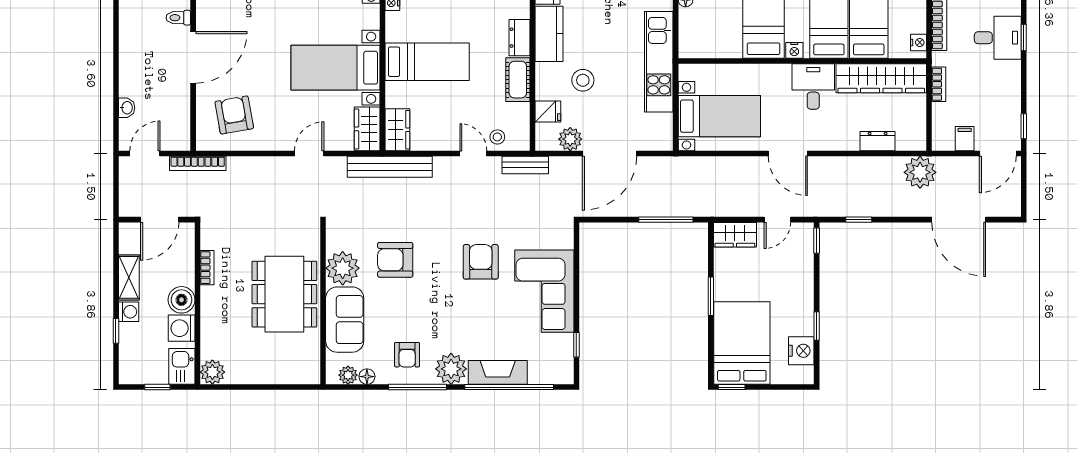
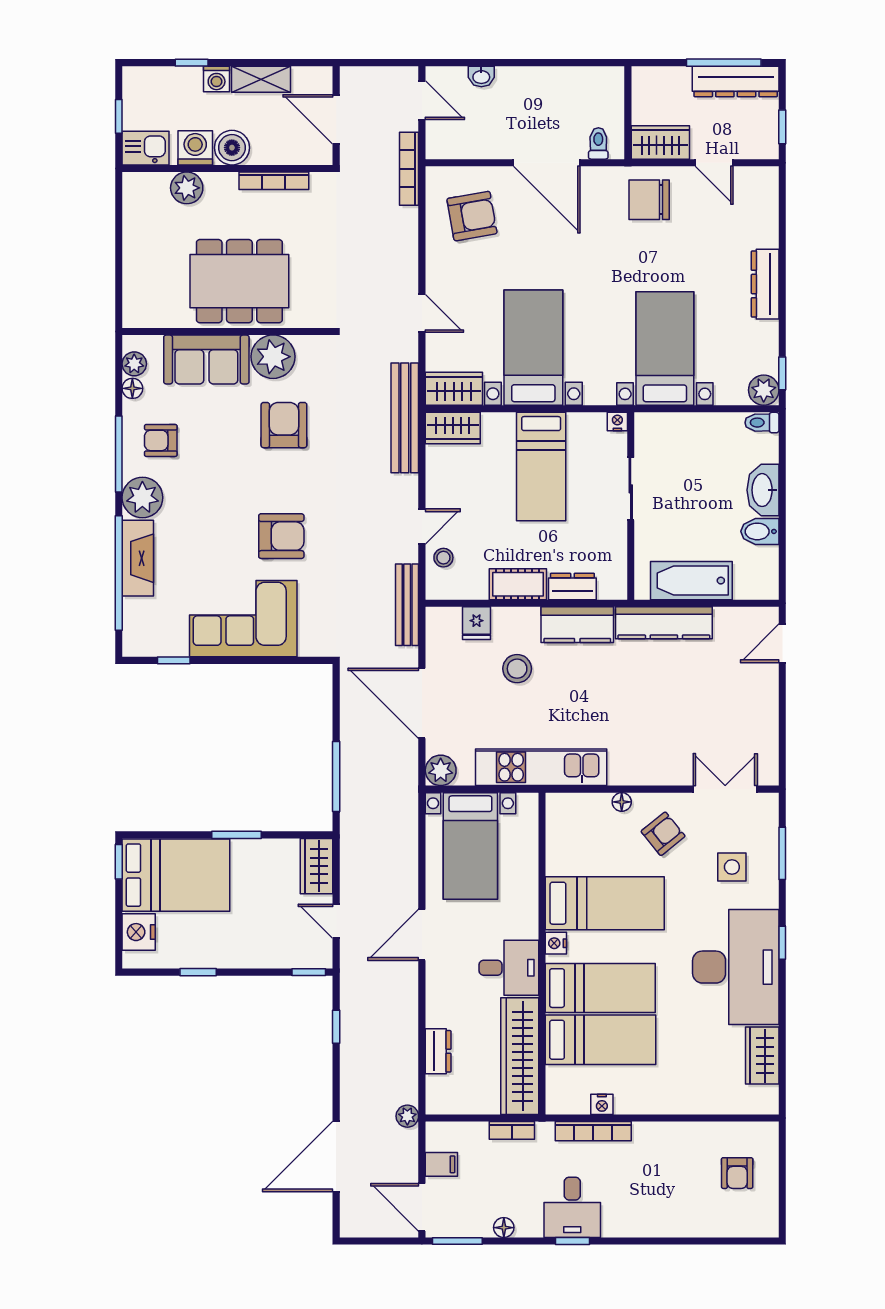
nightstand: (918, 42) -> (602, 1104), moved
floor lamp: (1013, 90) -> (504, 1228), added
window: (1024, 126) -> (457, 1241), width x1.50
plant: (570, 139) -> (441, 770), moved
bench: (525, 165) -> (407, 605), width x1.36
plant: (920, 172) -> (407, 1116), width x0.53, depth x0.53
bookcase: (207, 268) -> (274, 181), width x1.56
nightstand: (801, 351) -> (139, 932), moved, turned 90
plant: (212, 372) -> (187, 188), moved

